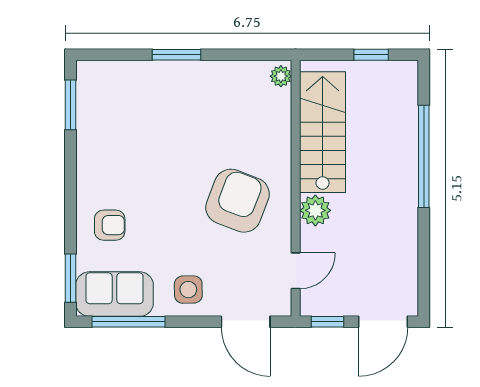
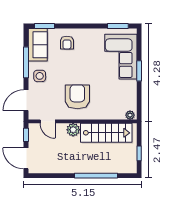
corner sofa: (143, 98) -> (121, 57), added
armchair: (238, 201) -> (77, 97), turned -111
window: (128, 322) -> (26, 62), moved

